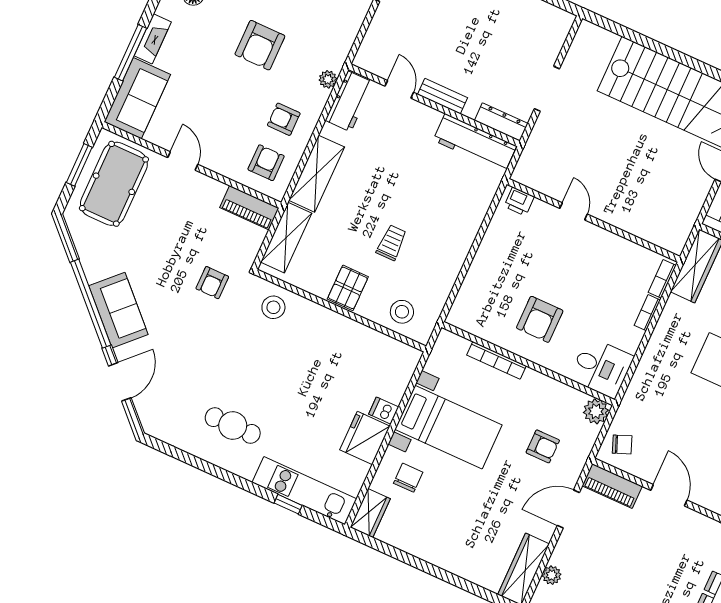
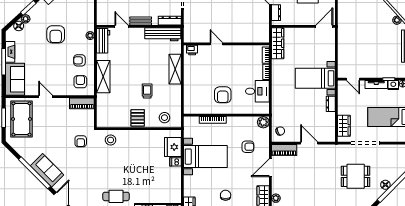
shelving: (286, 238) -> (175, 69), moved
desk: (601, 368) -> (257, 91), moved
fridge: (365, 438) -> (173, 147), moved
chair: (408, 478) -> (226, 195), moved

